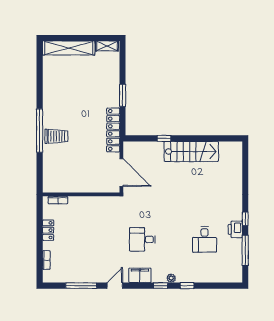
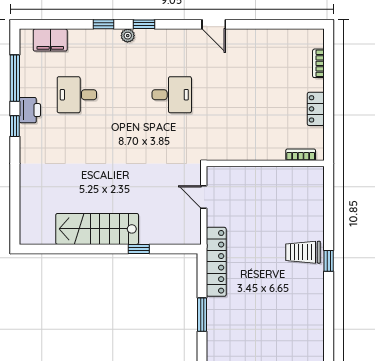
window: (40, 131) -> (329, 261), width x0.32
door: (121, 172) -> (204, 197), width x0.53
desk: (205, 239) -> (77, 95), turned -90
filing cabinet: (140, 275) -> (50, 40), moved
window: (81, 286) -> (265, 24), removed
door: (115, 286) -> (214, 24), hinge flipped

